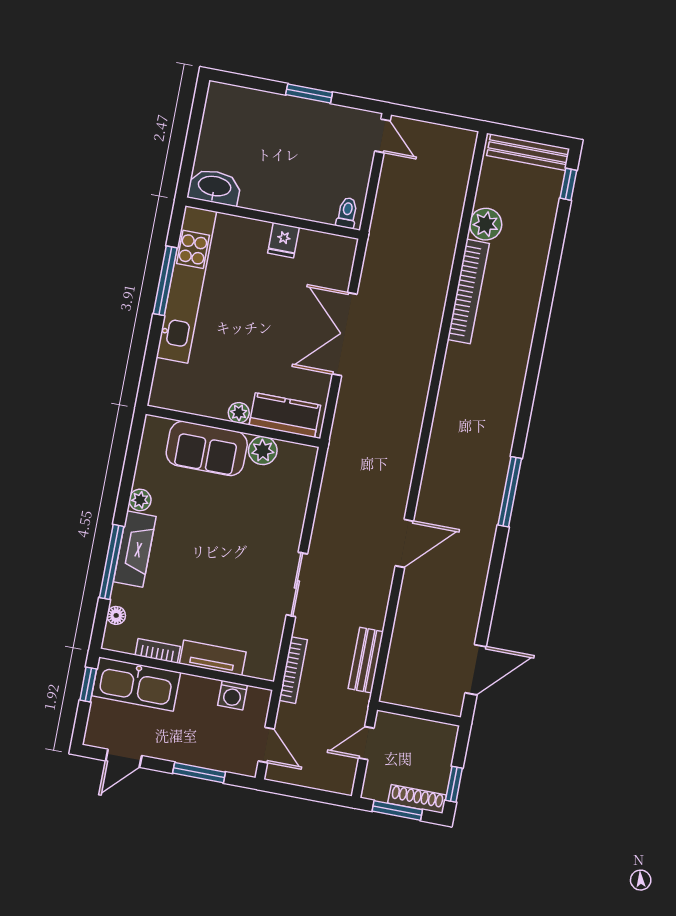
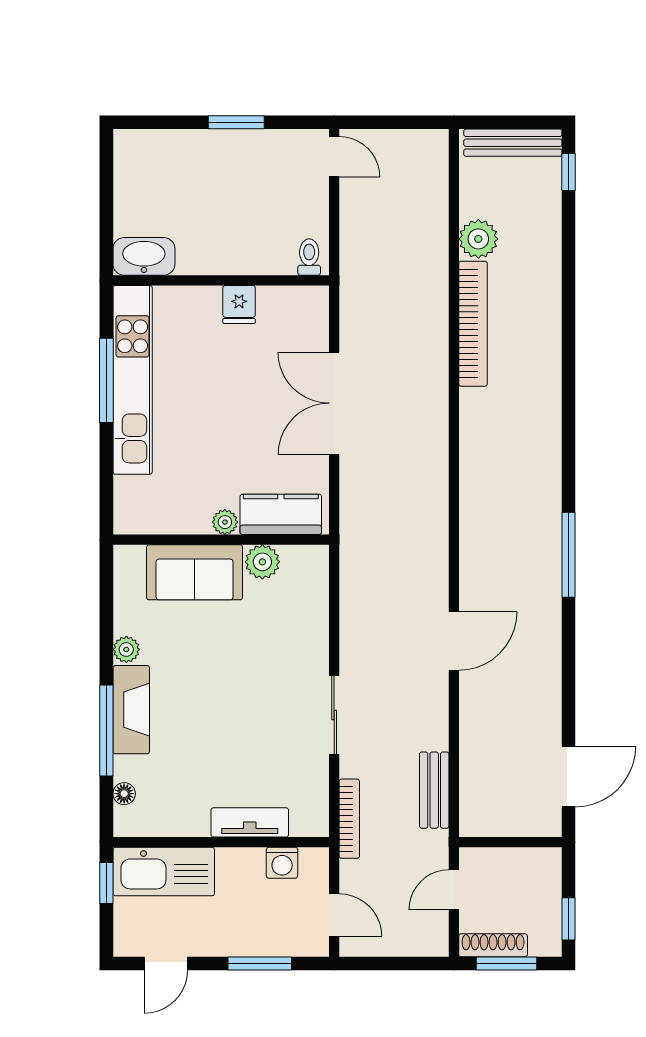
bookcase: (158, 651) -> (182, 827), removed
shoe rack: (417, 799) -> (493, 945), moved

